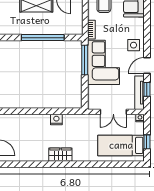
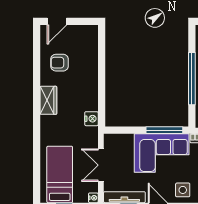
nightstand: (56, 120) -> (91, 119), moved
armchair: (30, 146) -> (60, 63), added

